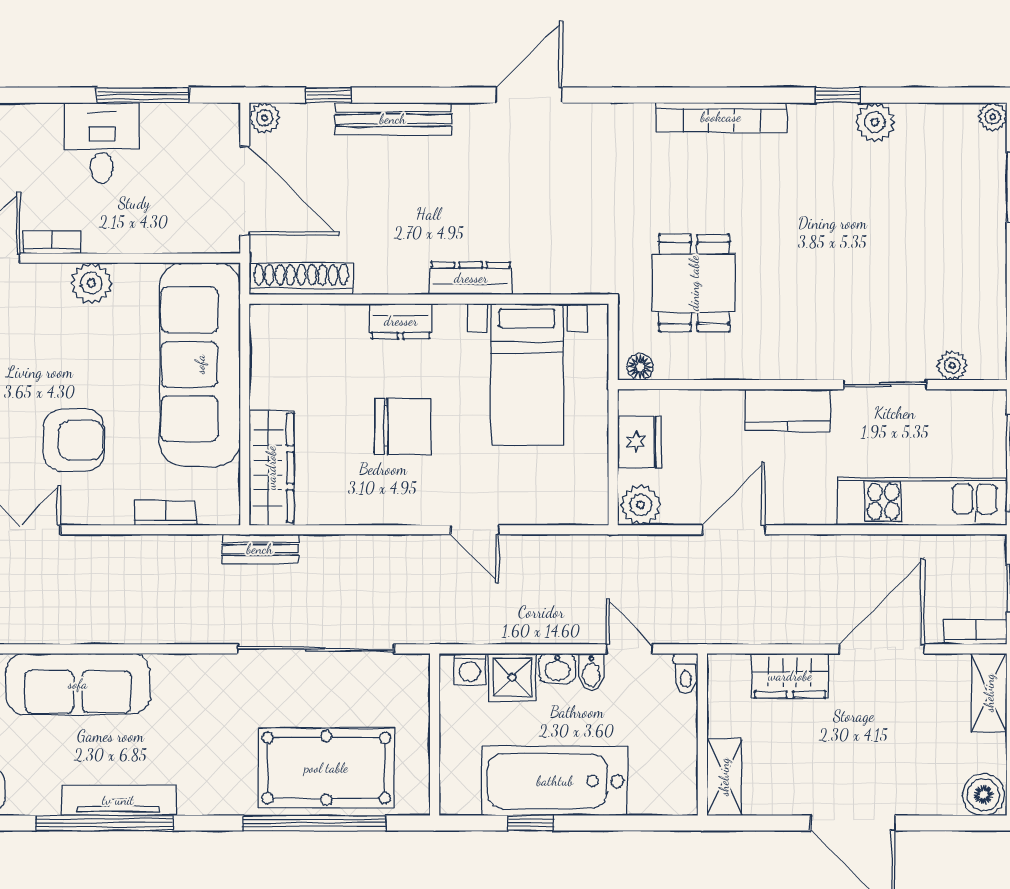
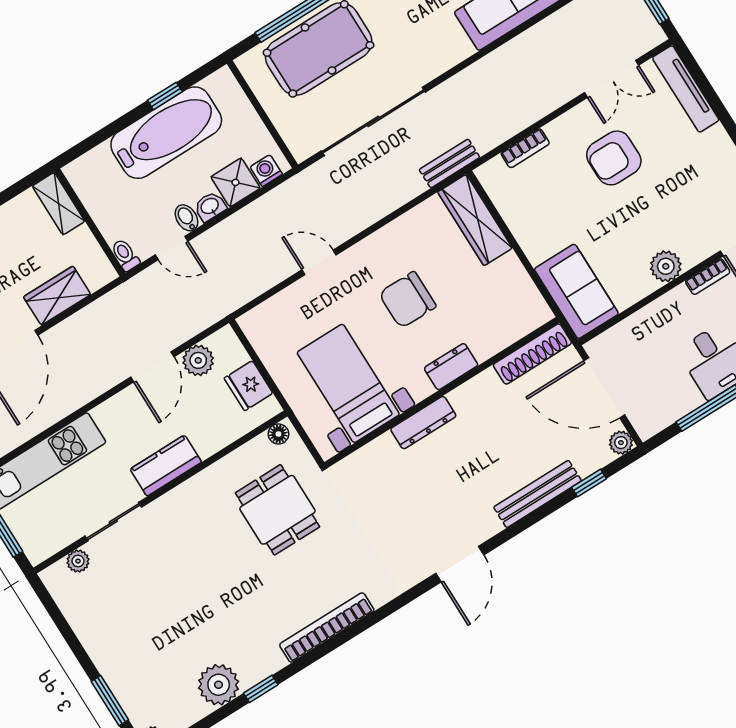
plant: (875, 122) -> (219, 685), width x1.36, depth x1.36
sofa: (200, 364) -> (576, 291), width x0.54, depth x0.79
plant: (641, 505) -> (198, 360), moved

